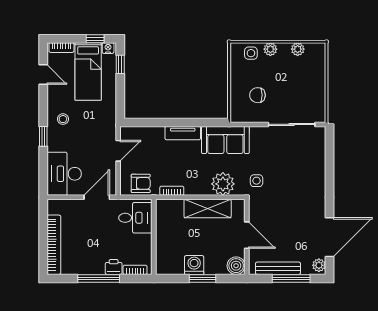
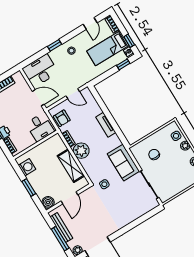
sofa: (225, 140) -> (123, 163), moved
plant: (223, 184) -> (81, 151), moved
washing machine: (194, 265) -> (27, 167), moved

